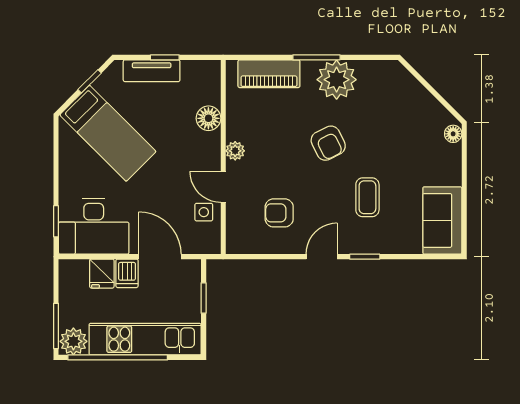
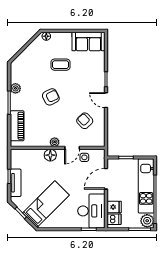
plant: (337, 80) -> (15, 88), width x0.53, depth x0.53
floor lamp: (208, 118) -> (50, 155), moved
coffee table: (367, 197) -> (61, 65), moved
armchair: (279, 213) -> (85, 121), turned 137
dishwasher: (127, 273) -> (114, 219), moved

